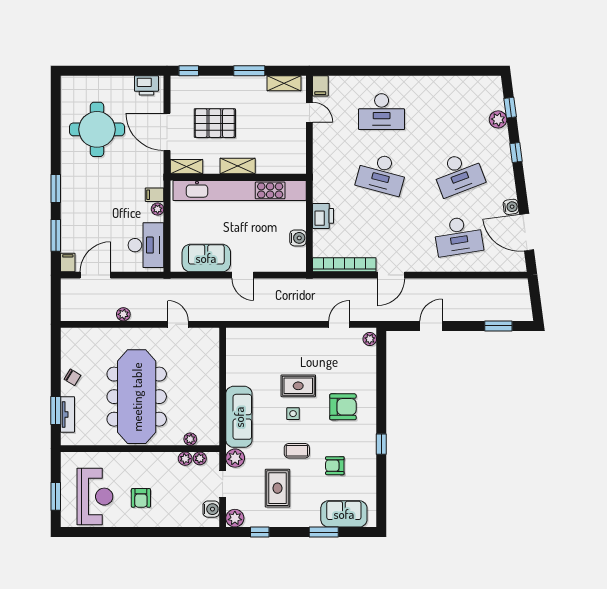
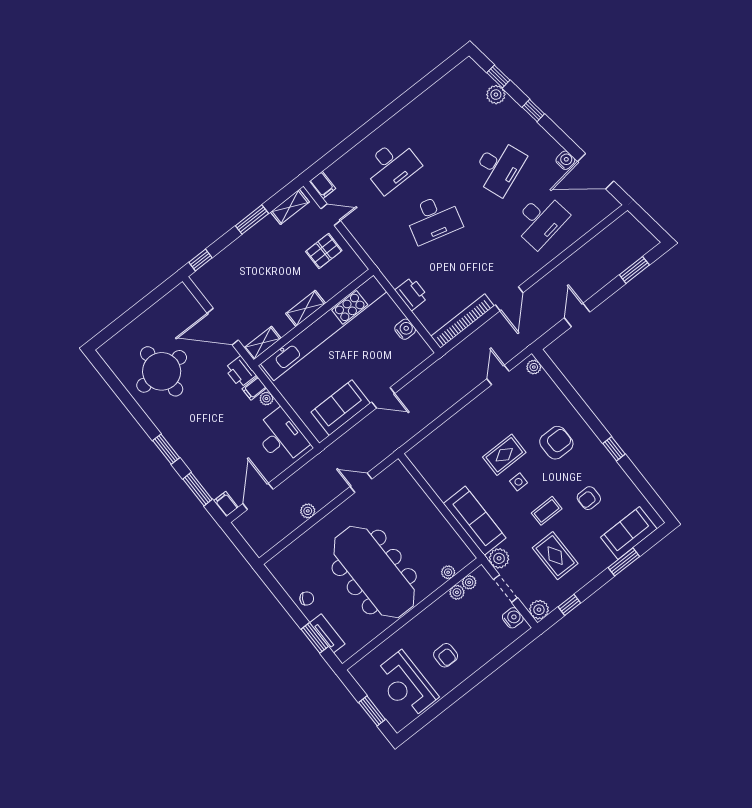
printer: (146, 85) -> (240, 372), moved, turned 90
pallet: (215, 123) -> (324, 251), moved, width x0.67, depth x0.71
reception desk: (95, 497) -> (406, 685), turned 180

